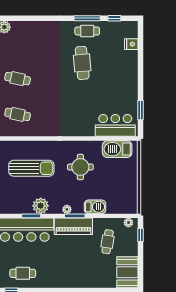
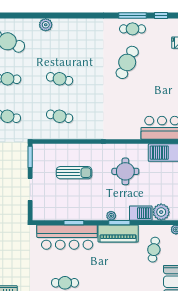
cafe table: (82, 63) -> (127, 62), turned 31
sun lounger: (31, 168) -> (74, 173), width x0.73, depth x0.75
plant: (41, 206) -> (161, 212), moved

